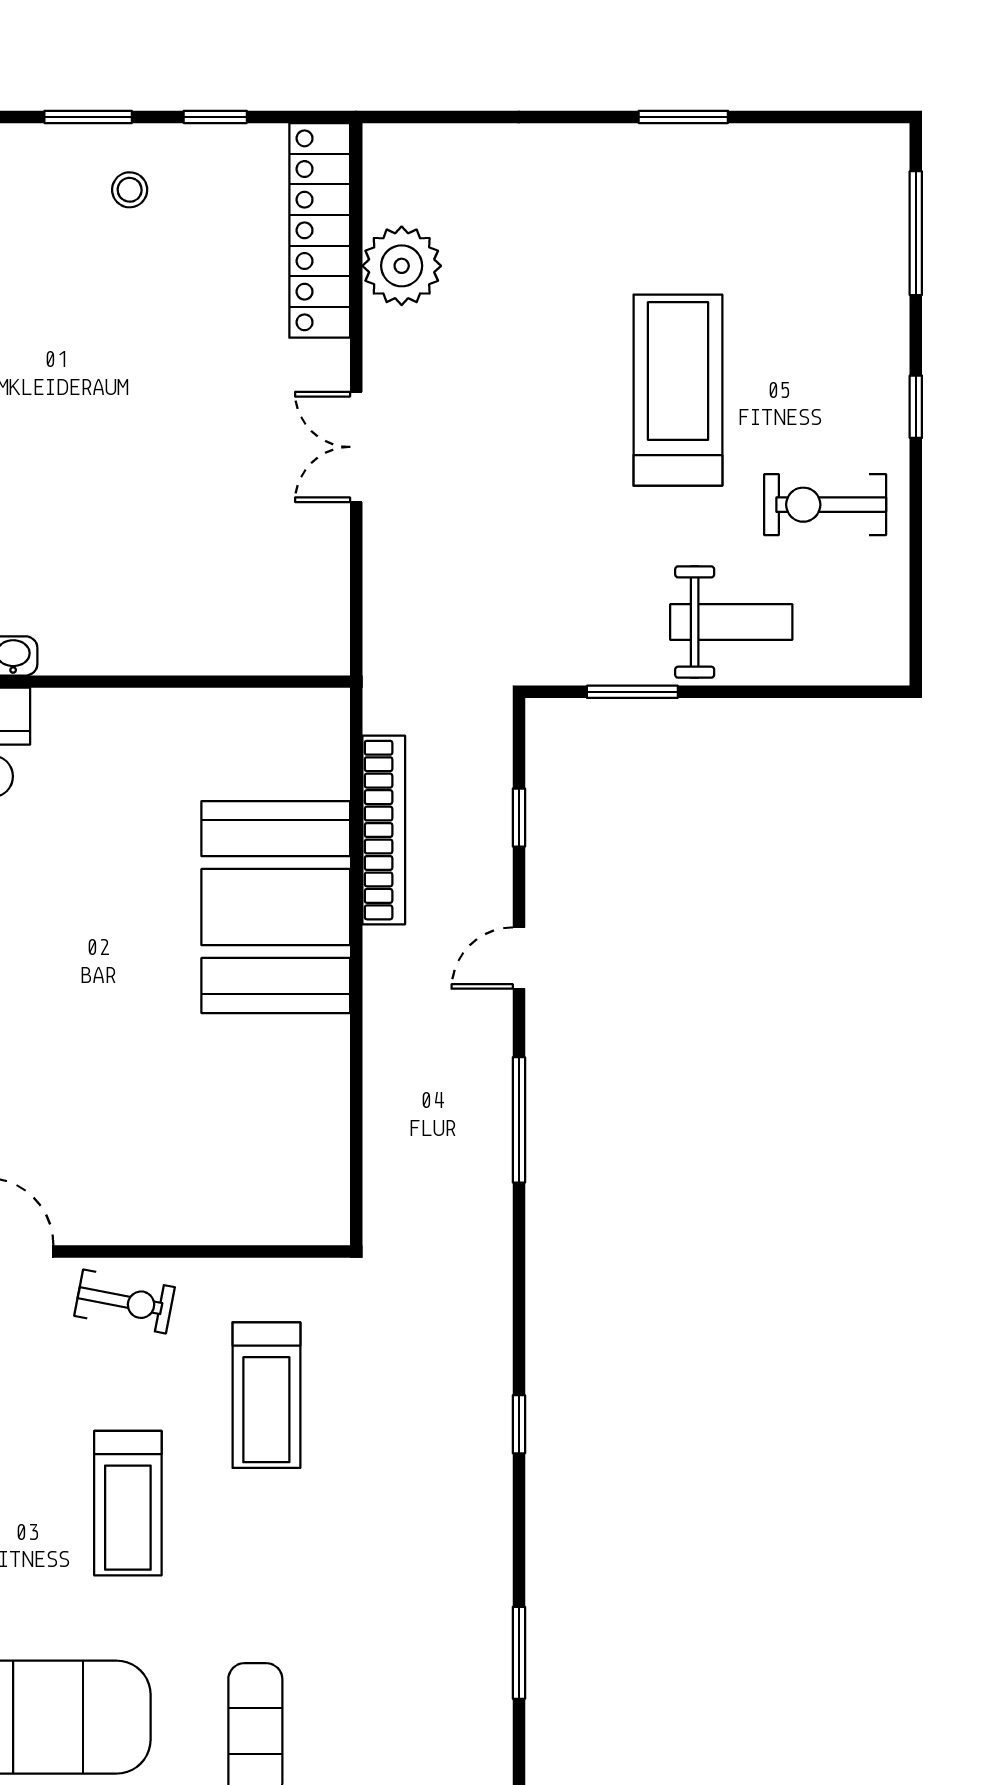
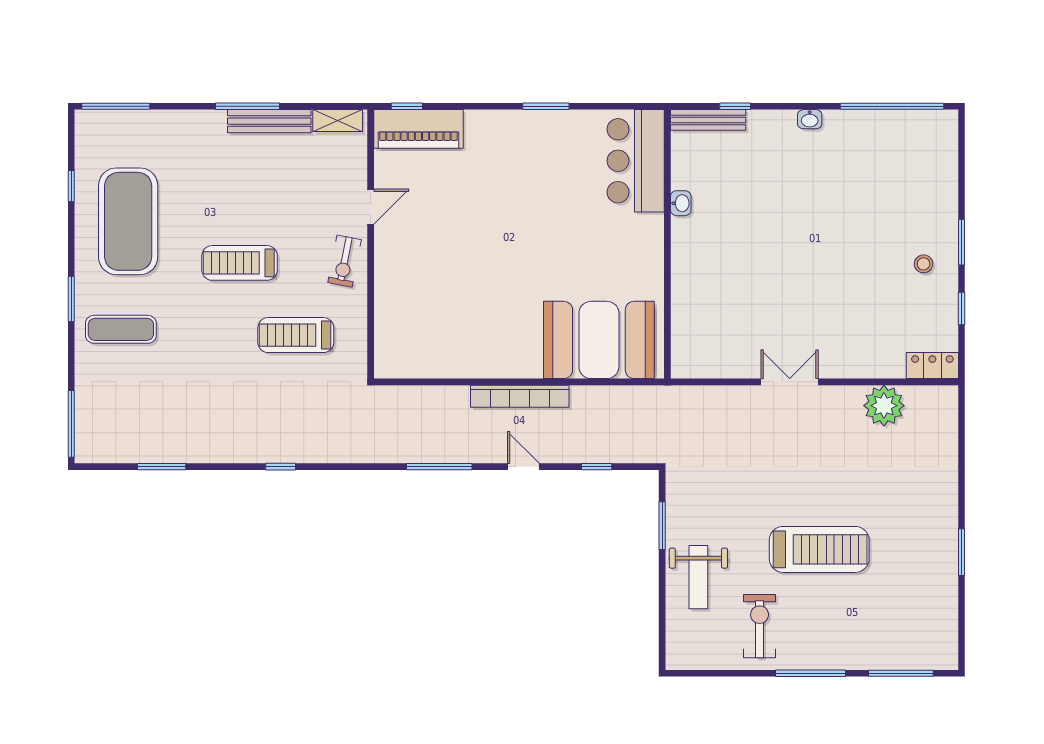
locker: (320, 230) -> (932, 366), width x0.46, depth x0.83
window: (916, 407) -> (811, 673), width x2.17
bookcase: (384, 830) -> (520, 396), moved
booth: (276, 907) -> (599, 340), moved

